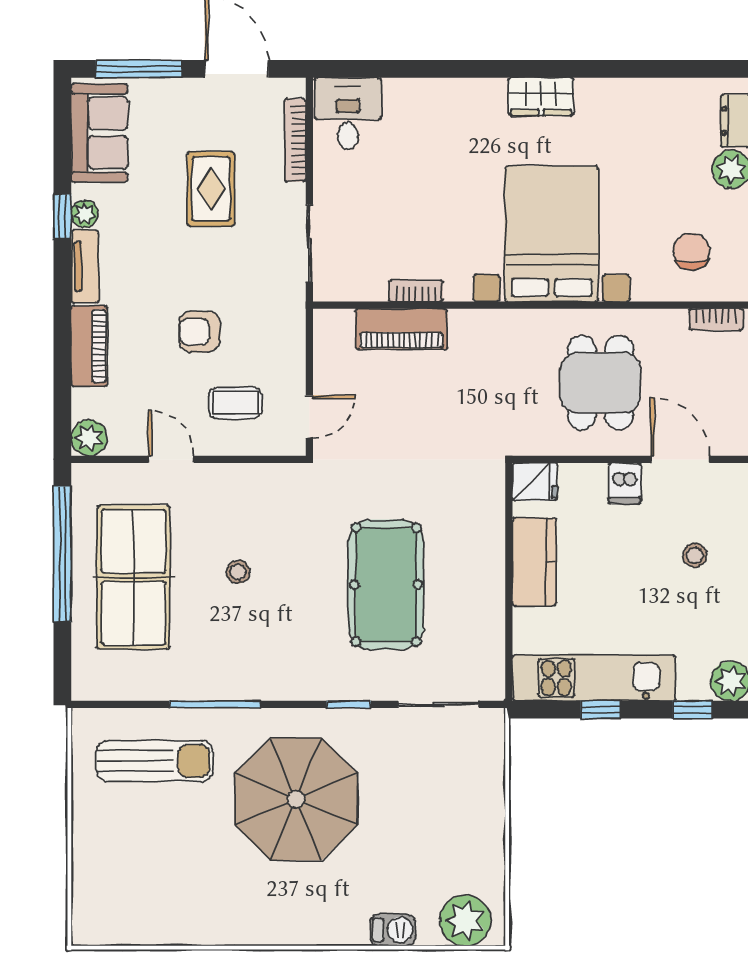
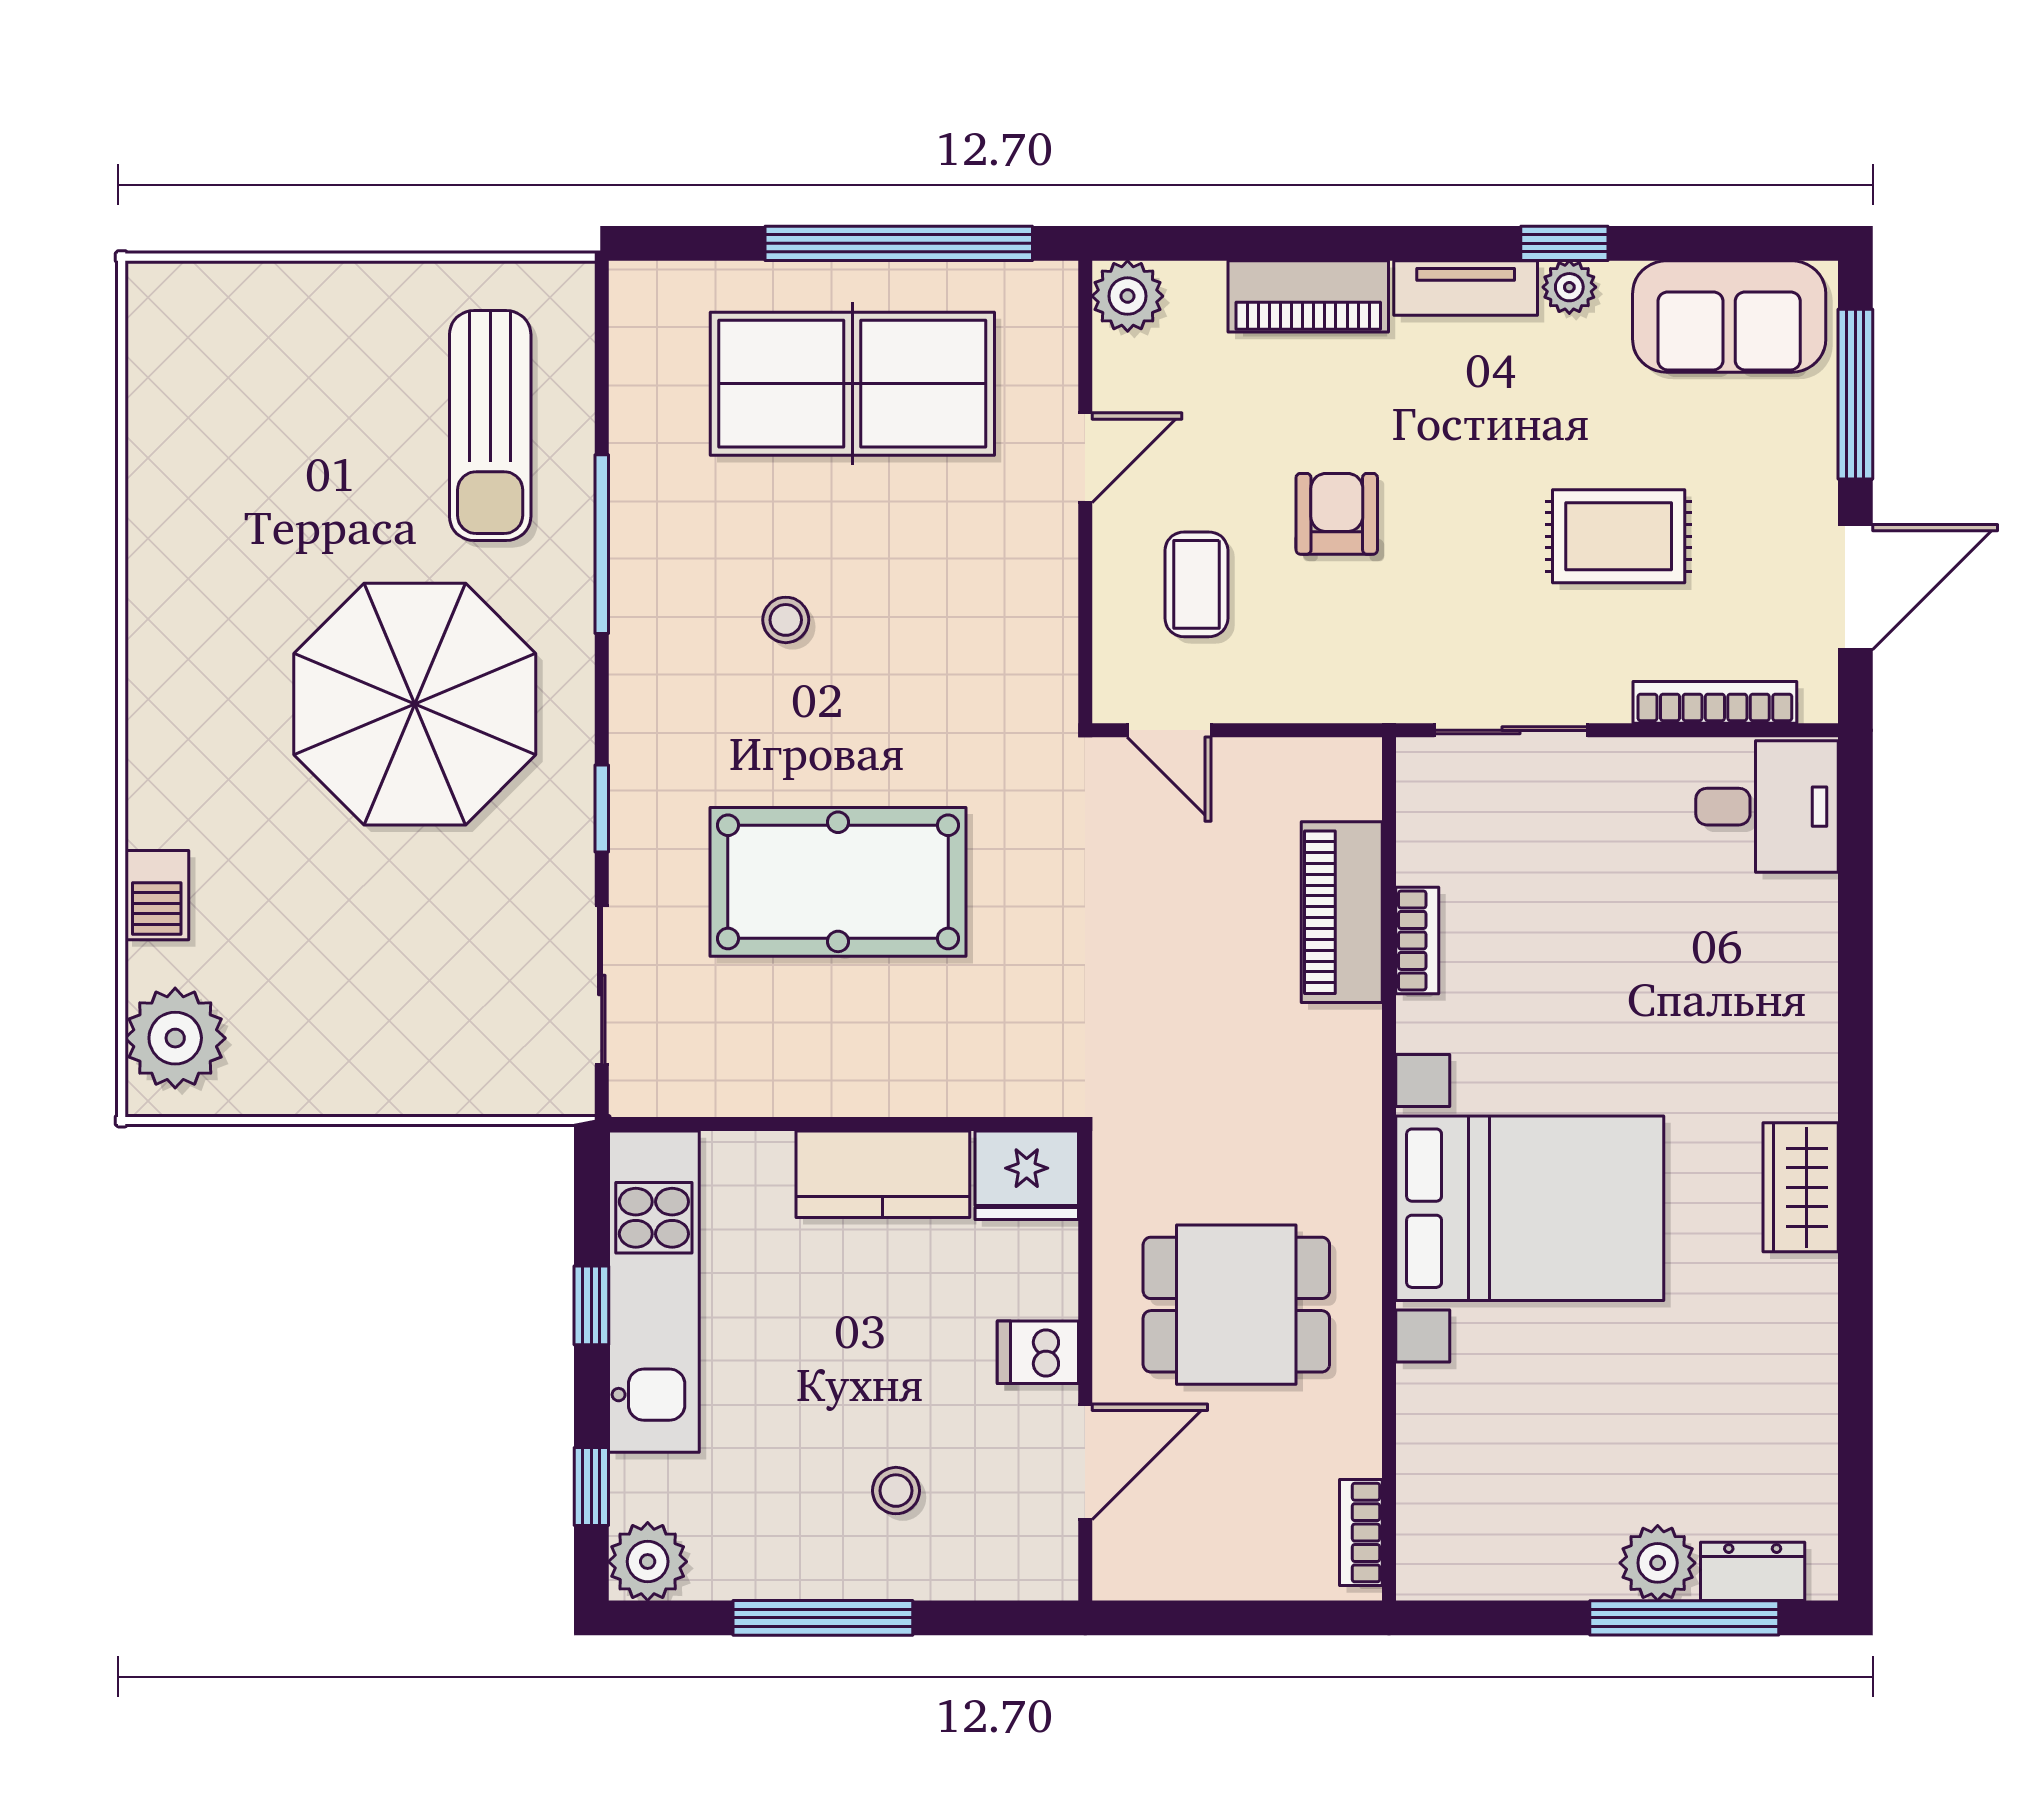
chair: (692, 252) -> (1495, 1484), removed
fridge: (535, 482) -> (1027, 1175), width x1.38
stool: (238, 572) -> (786, 620), moved

